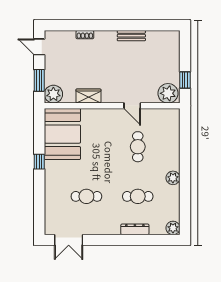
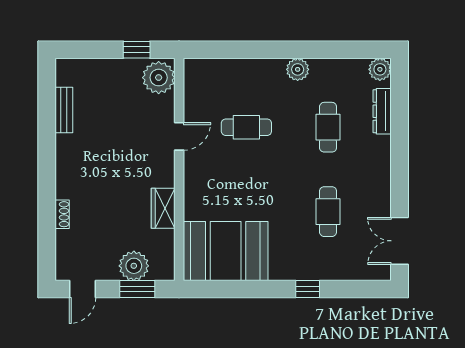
bench: (131, 36) -> (64, 110), moved
plant: (53, 94) -> (134, 266), moved
window: (39, 162) -> (308, 289), moved
dresser: (135, 229) -> (382, 111), moved
double door: (69, 240) -> (400, 241), swing flipped

